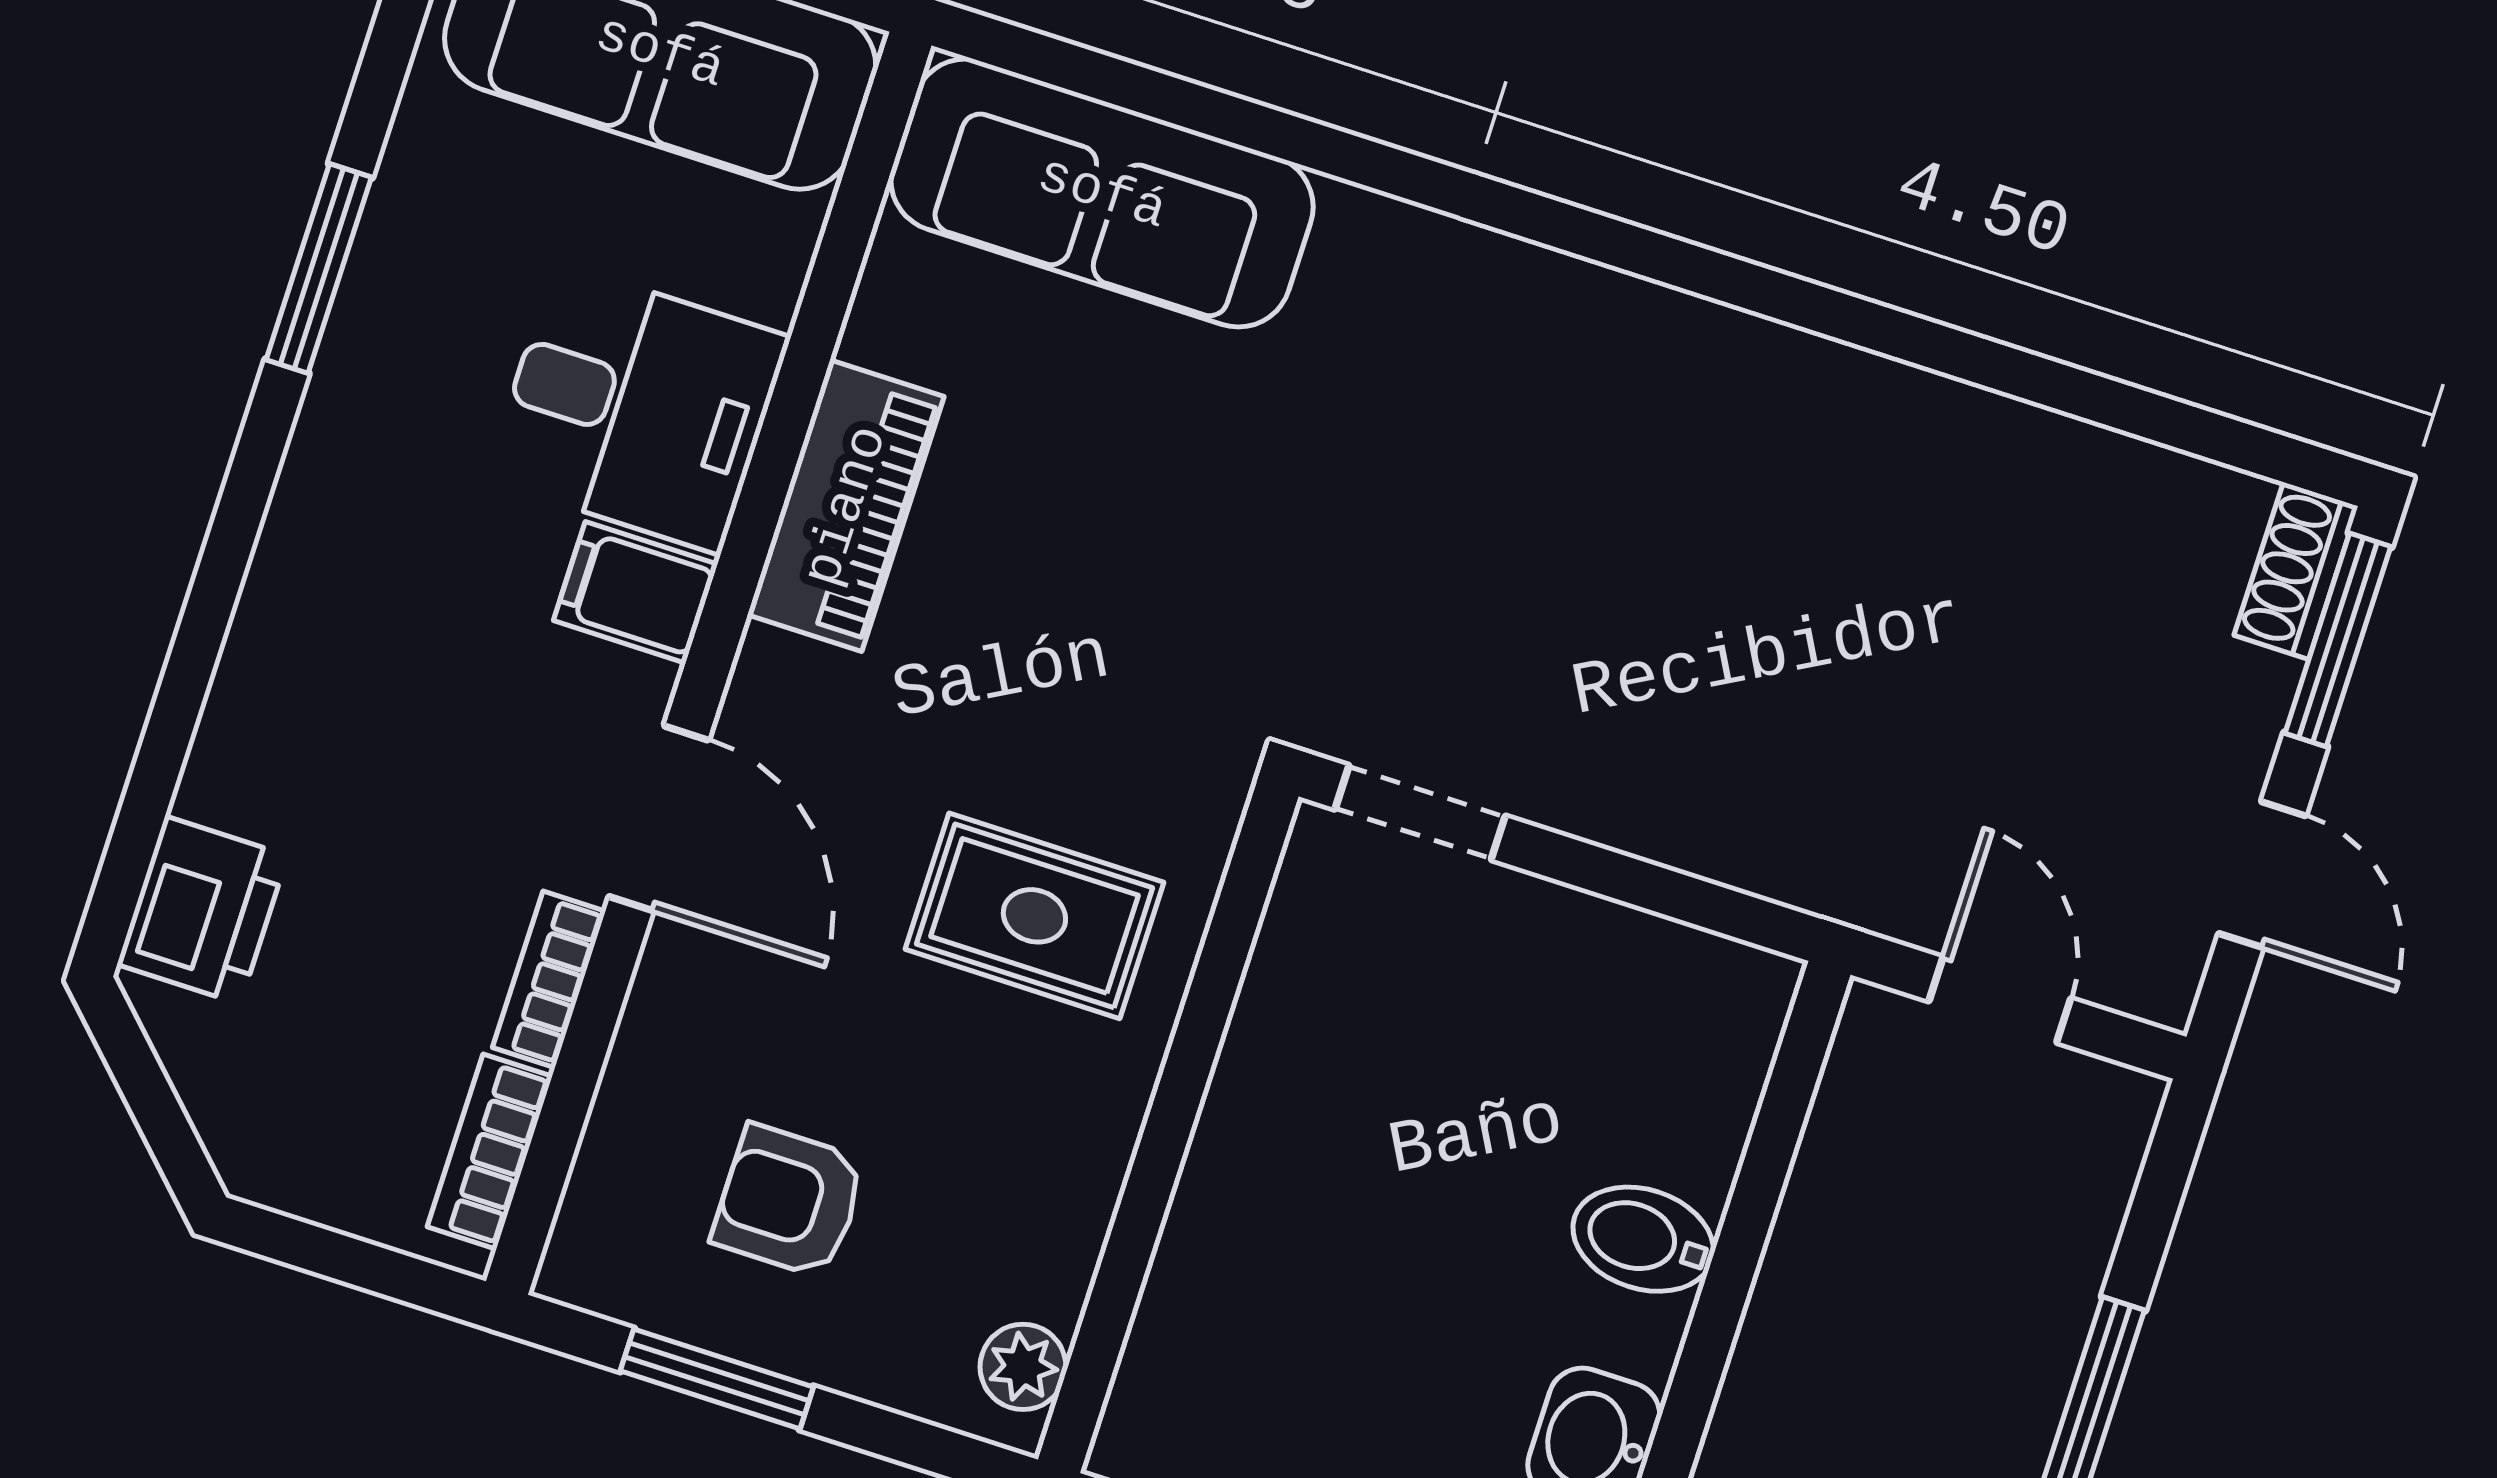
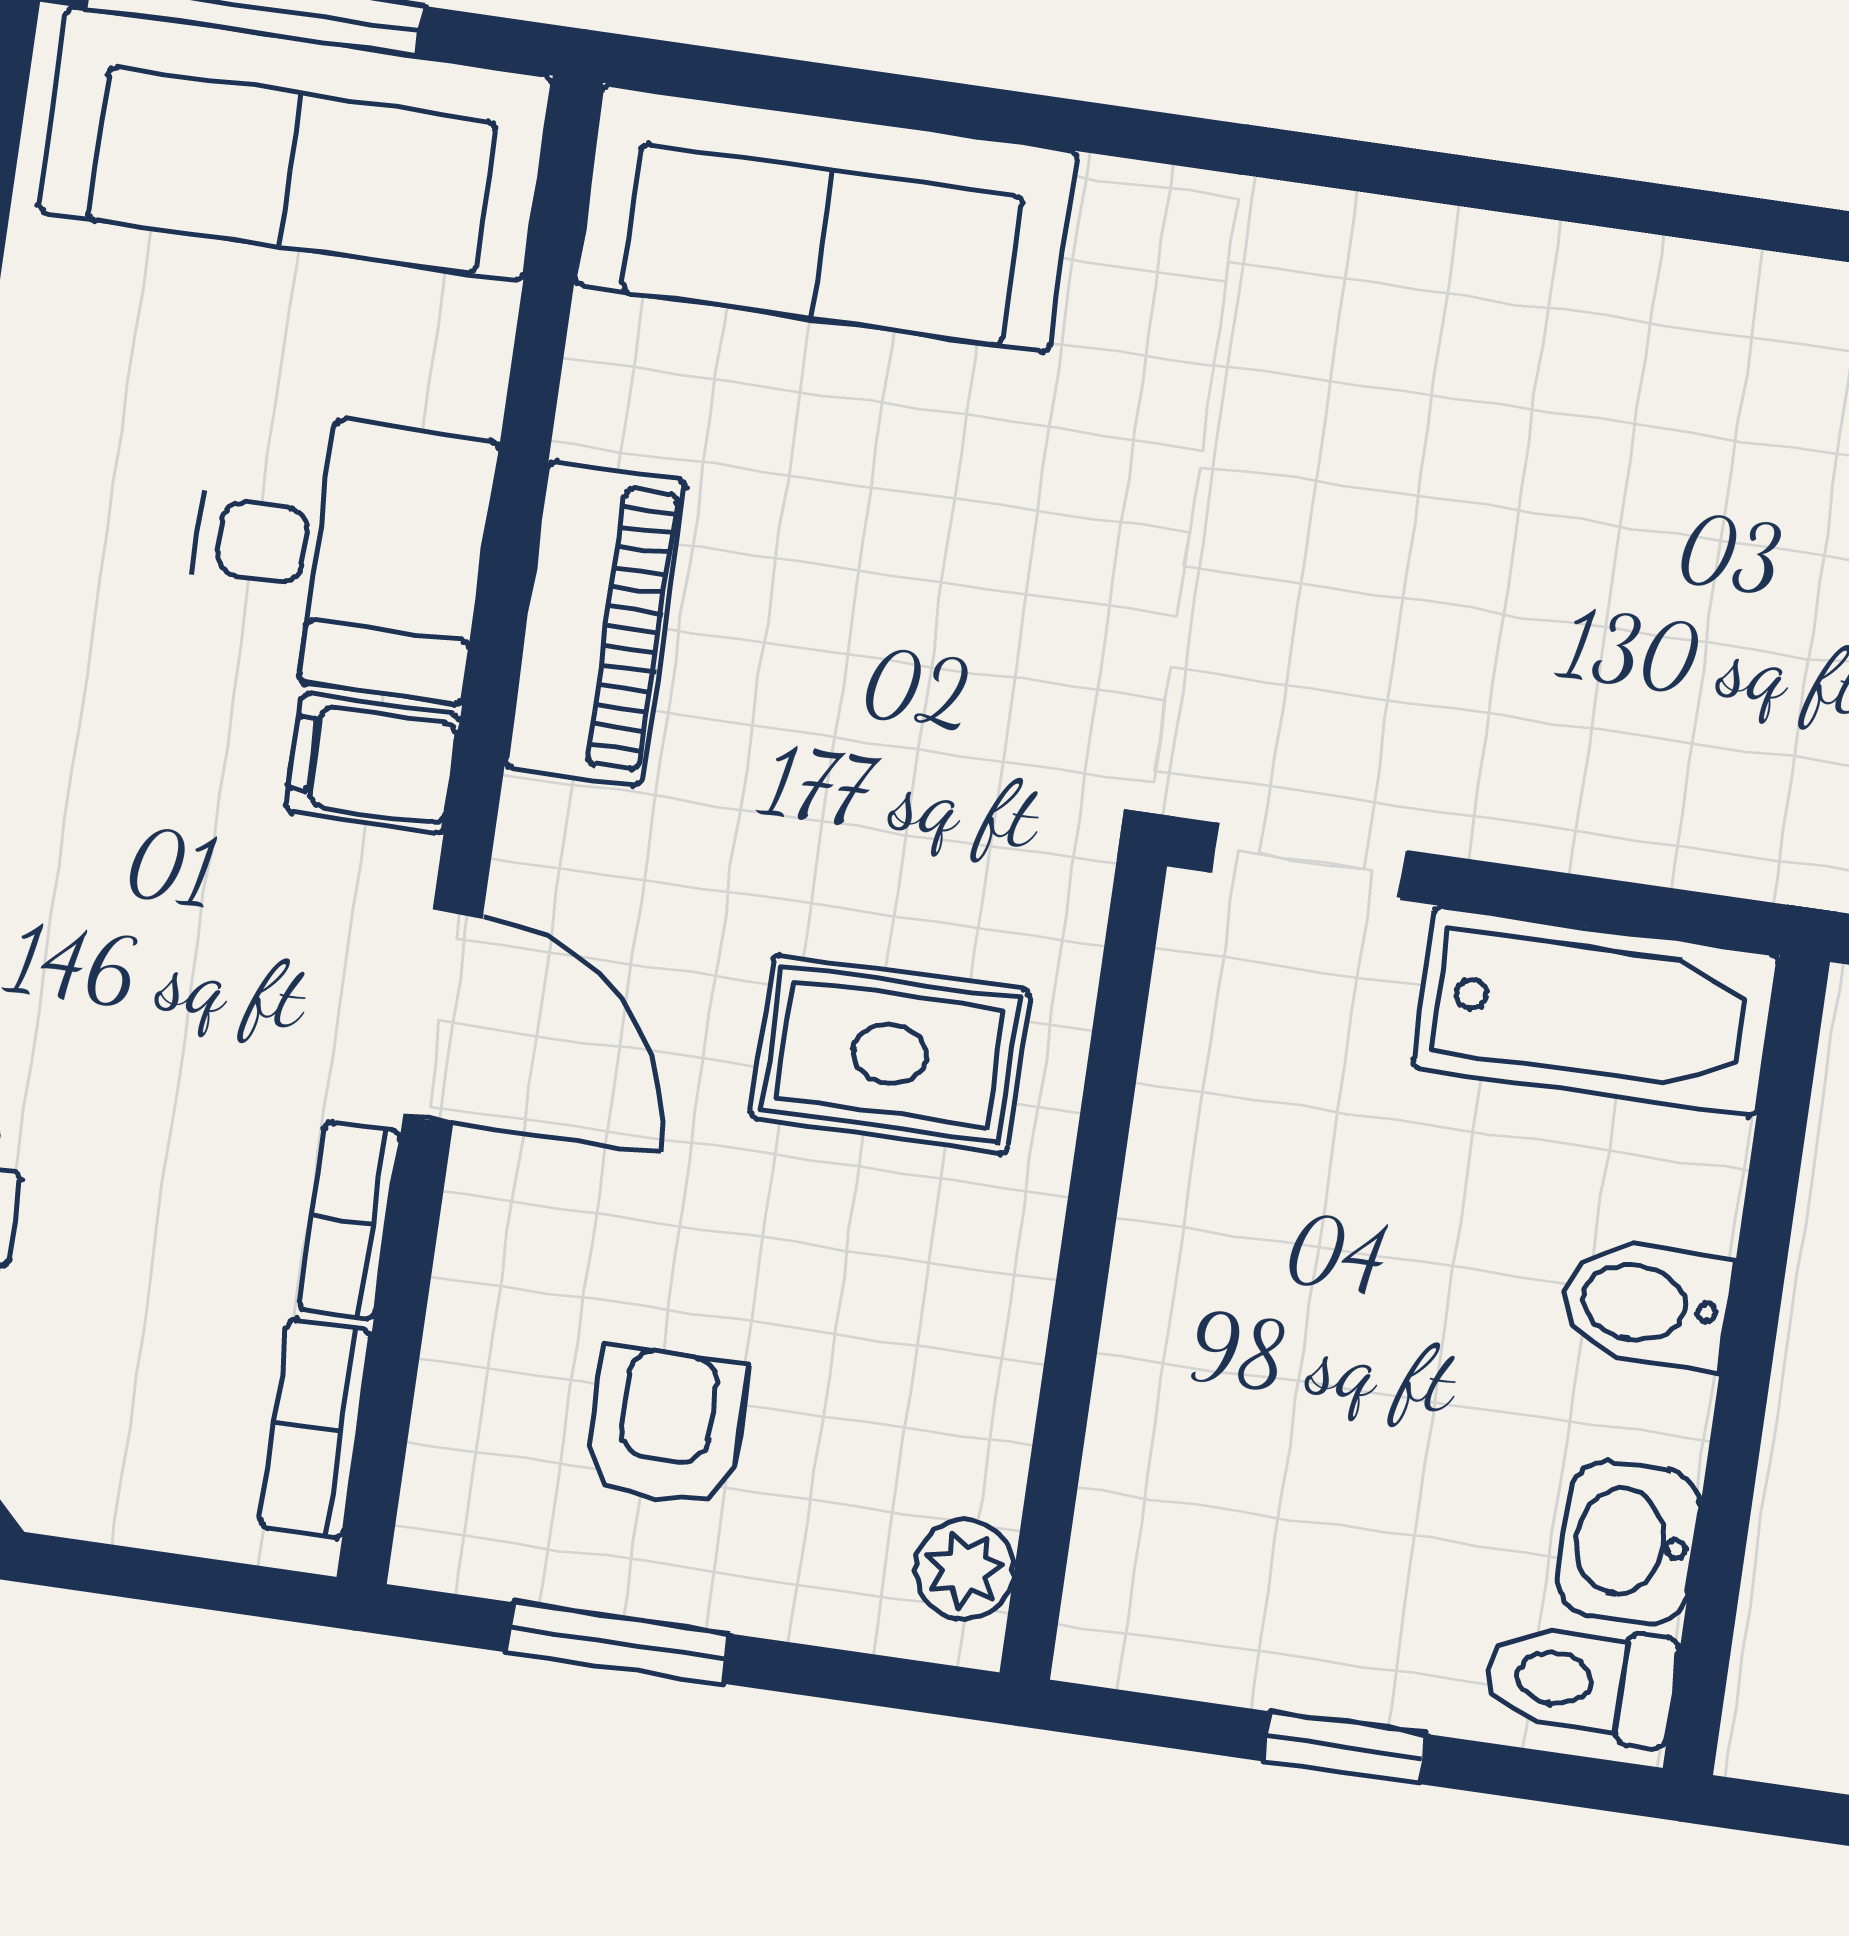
bathtub: (1643, 982) -> (1596, 1011), added
armchair: (789, 1201) -> (666, 1427), turned 90

